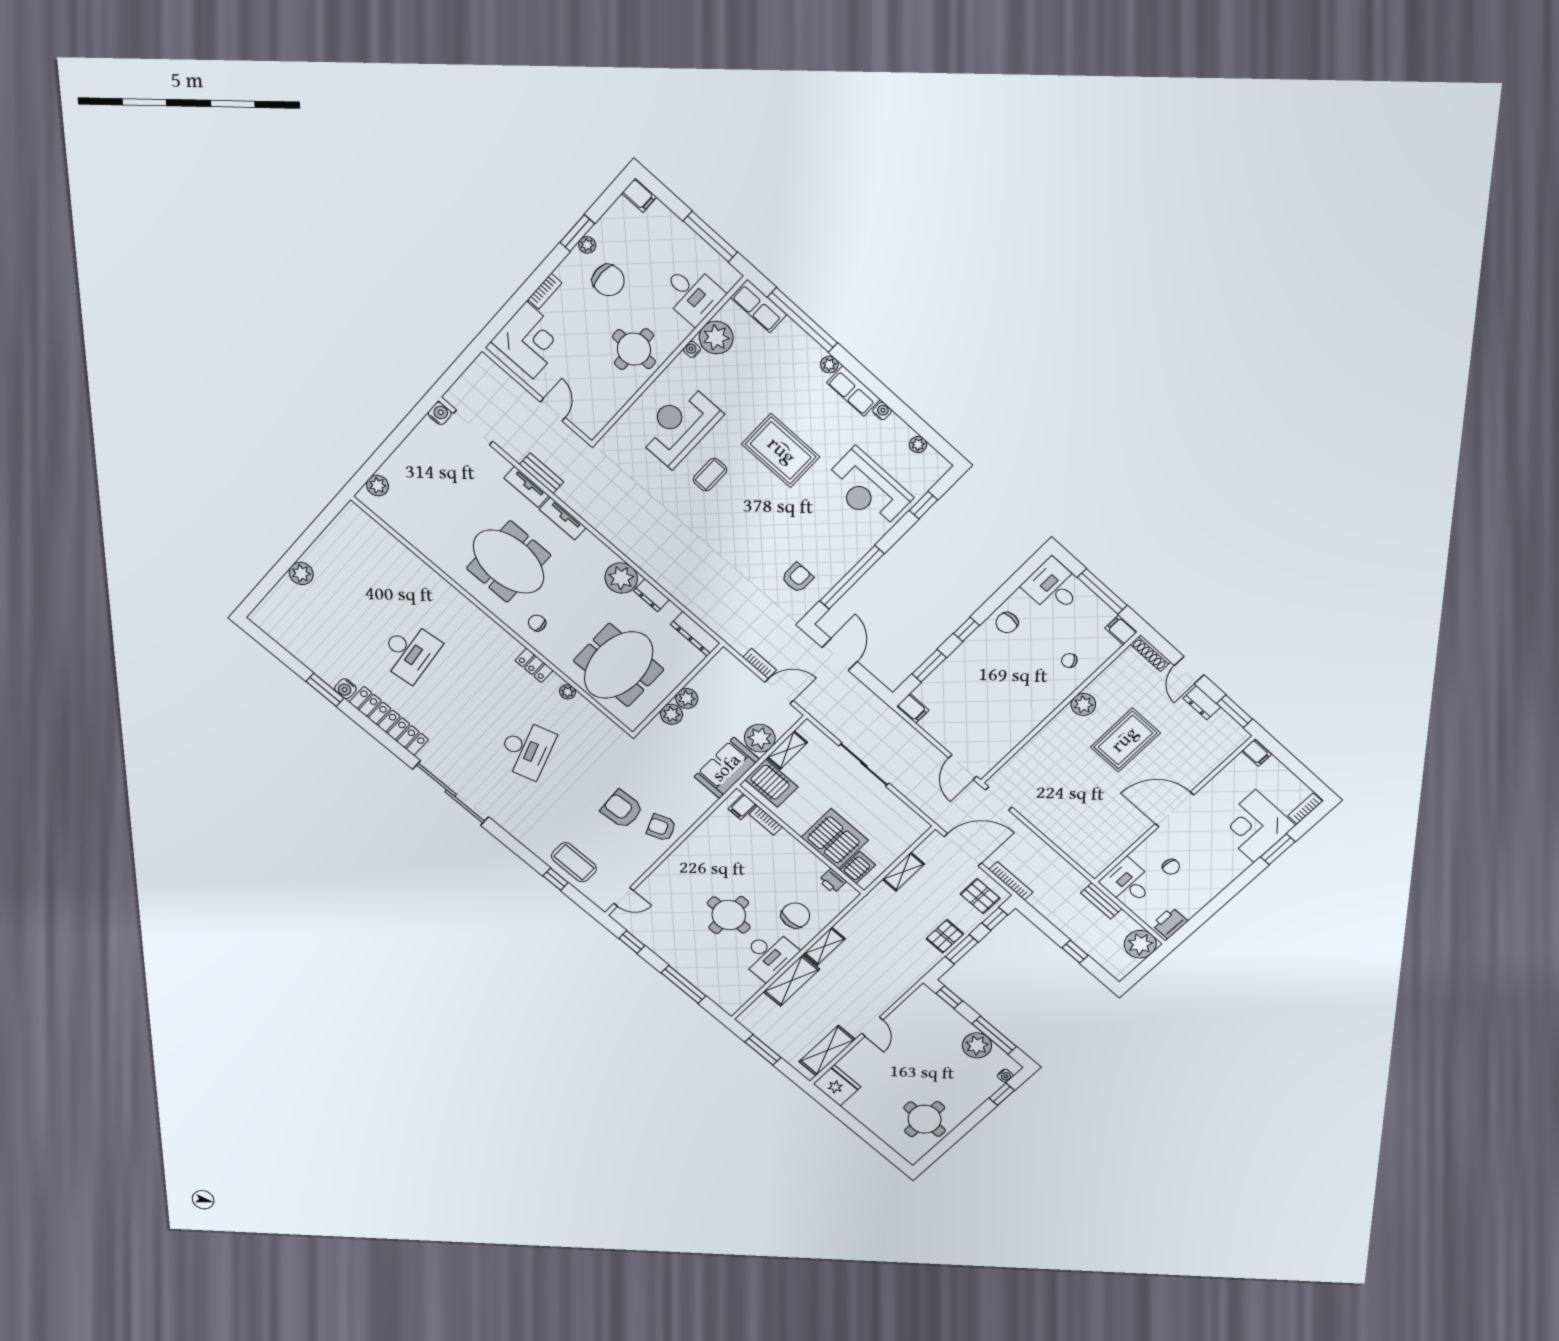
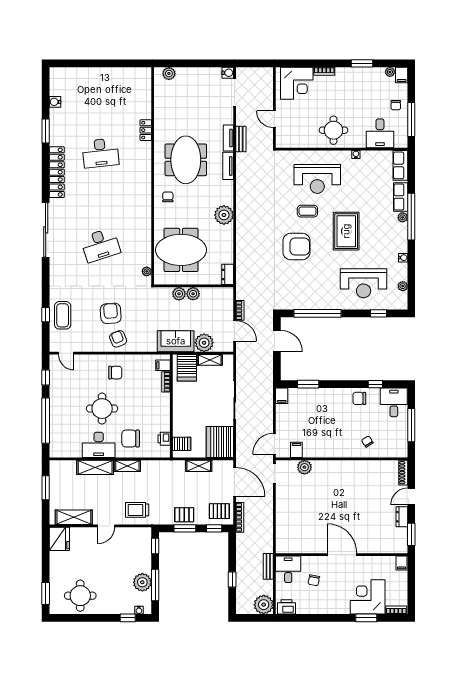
plant: (587, 245) -> (390, 72), moved
chair: (608, 280) -> (396, 105), moved, width x0.54, depth x0.54
window: (802, 320) -> (411, 217), moved
plant: (716, 338) -> (370, 160), removed
row of seats: (853, 391) -> (401, 197), moved
door: (553, 410) -> (274, 119), swing flipped
reception desk: (679, 426) -> (317, 179), turned 180
reception desk: (868, 489) -> (364, 283), turned -90
plant: (301, 573) -> (95, 74), removed
armchair: (797, 578) -> (296, 247), moved, width x1.88, depth x1.88
dresser: (651, 595) -> (228, 235), removed
window: (966, 629) -> (375, 384), moved
filing cabinet: (1121, 630) -> (296, 450), moved
dresser: (695, 634) -> (228, 274), width x0.70
door: (840, 654) -> (277, 341), hinge flipped
locker: (534, 665) -> (146, 130), moved
water cooler: (345, 689) -> (55, 102), moved
plant: (567, 692) -> (147, 271), moved
plant: (1083, 704) -> (304, 467), moved
rug: (1125, 740) -> (354, 501), removed
server rack: (835, 839) -> (220, 442), moved, turned 180
chair: (699, 865) -> (115, 373), added
pallet: (980, 896) -> (219, 511), turned 90
chair: (795, 915) -> (131, 439), turned 180
trolley: (887, 980) -> (137, 510), added
window: (684, 984) -> (46, 421), width x1.46
window: (885, 1150) -> (46, 594), added

